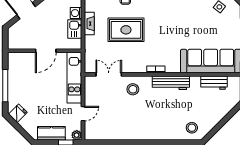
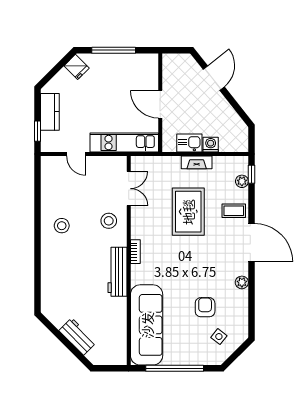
armchair: (197, 17) -> (205, 307), added
workbench: (214, 83) -> (78, 337), moved, turned 135
stool: (192, 128) -> (62, 226), moved
plant: (77, 135) -> (47, 145), removed

